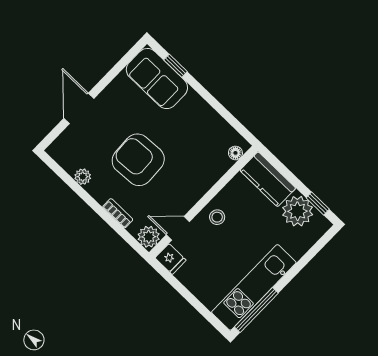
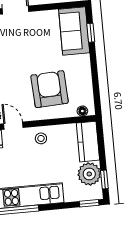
armchair: (138, 160) -> (50, 89), moved
window: (323, 241) -> (89, 203), added

